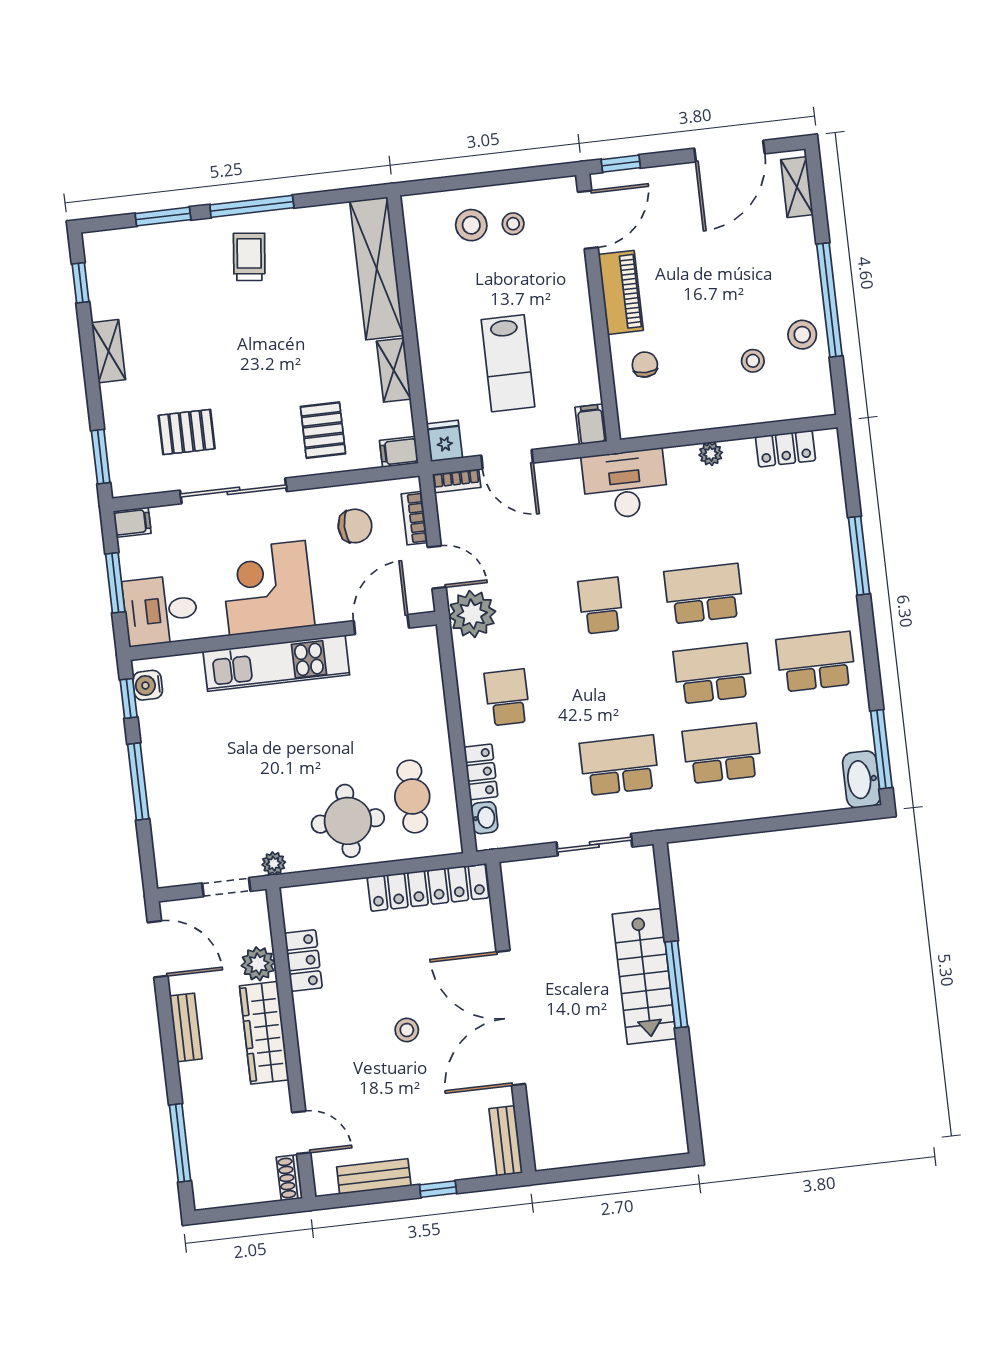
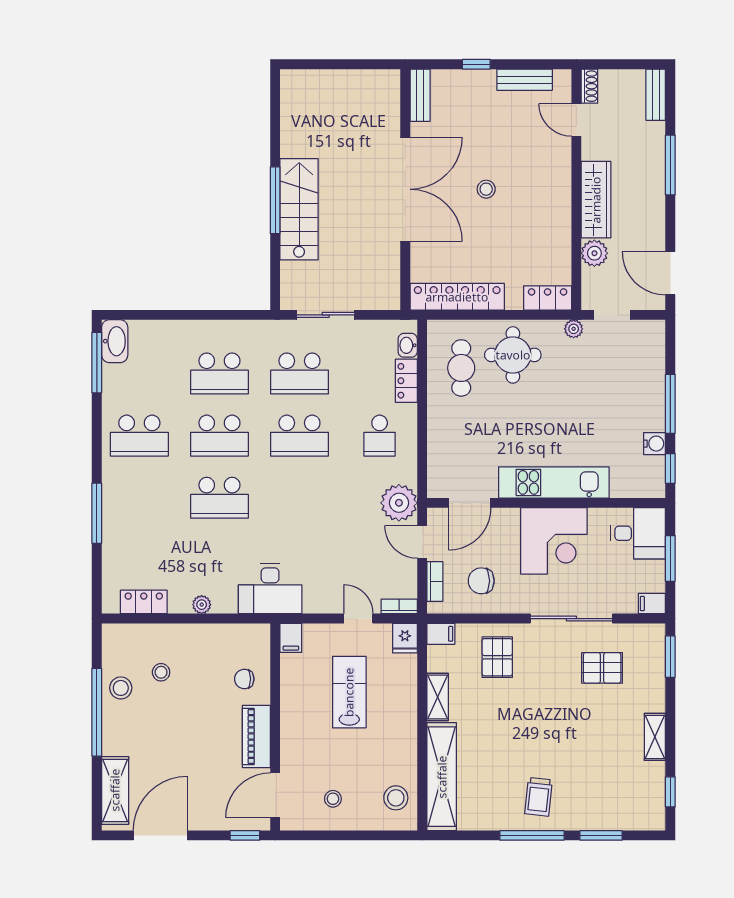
shelving: (797, 187) -> (115, 790), width x1.50, depth x1.33
stool: (471, 225) -> (396, 798), moved
chair: (645, 365) -> (244, 679), turned 90
door: (507, 459) -> (358, 619), width x0.73
school desk: (601, 606) -> (299, 436), moved, width x1.85
water cooler: (148, 685) -> (655, 444), moved
locker: (303, 961) -> (548, 298), moved, turned 90
bench: (186, 1027) -> (656, 95), moved
window: (180, 1143) -> (670, 165), moved

